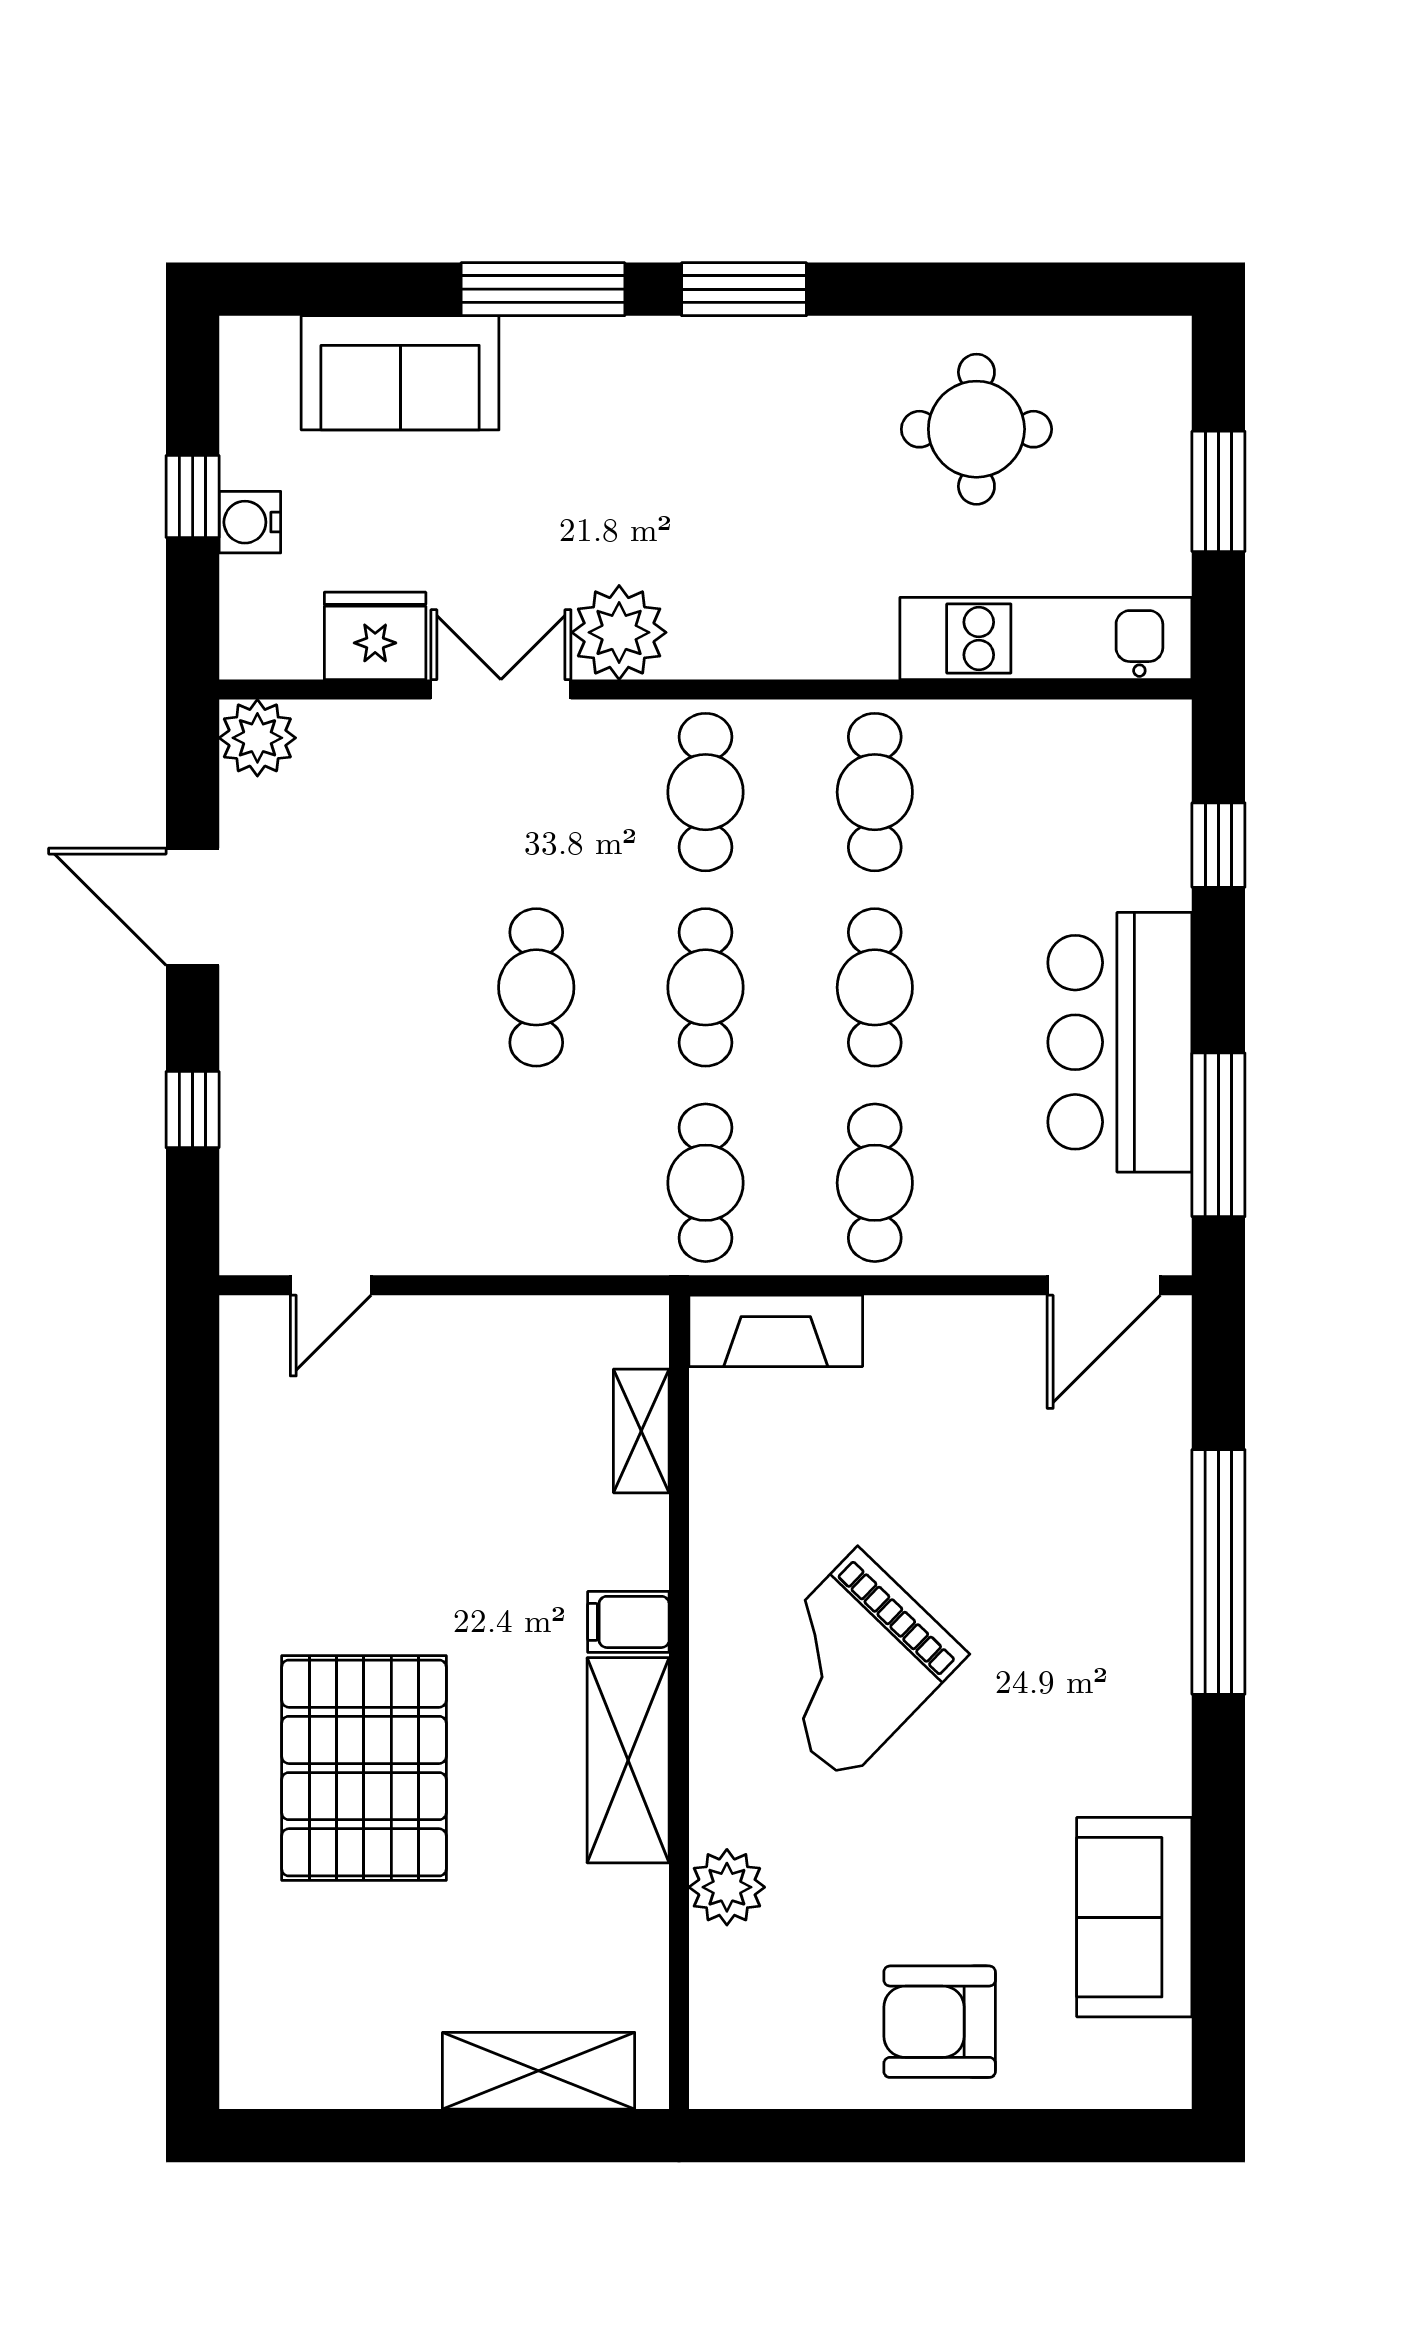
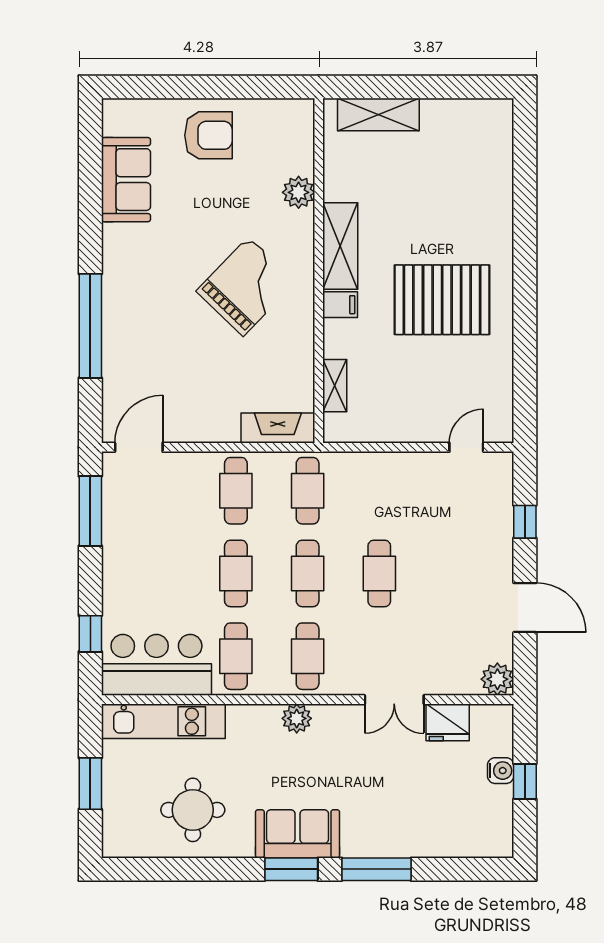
sofa: (400, 373) -> (298, 834), moved
plant: (619, 632) -> (297, 718), moved, width x0.73, depth x0.73
bar counter: (1120, 1042) -> (156, 665), moved, turned -90
pallet: (364, 1768) -> (442, 300), moved, turned 90

